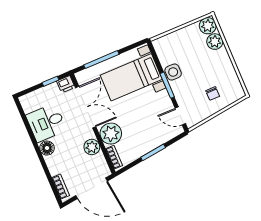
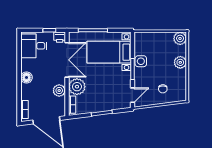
plant: (215, 42) -> (180, 62), moved
door: (180, 116) -> (133, 95), swing flipped
desk: (46, 123) -> (34, 46), moved

